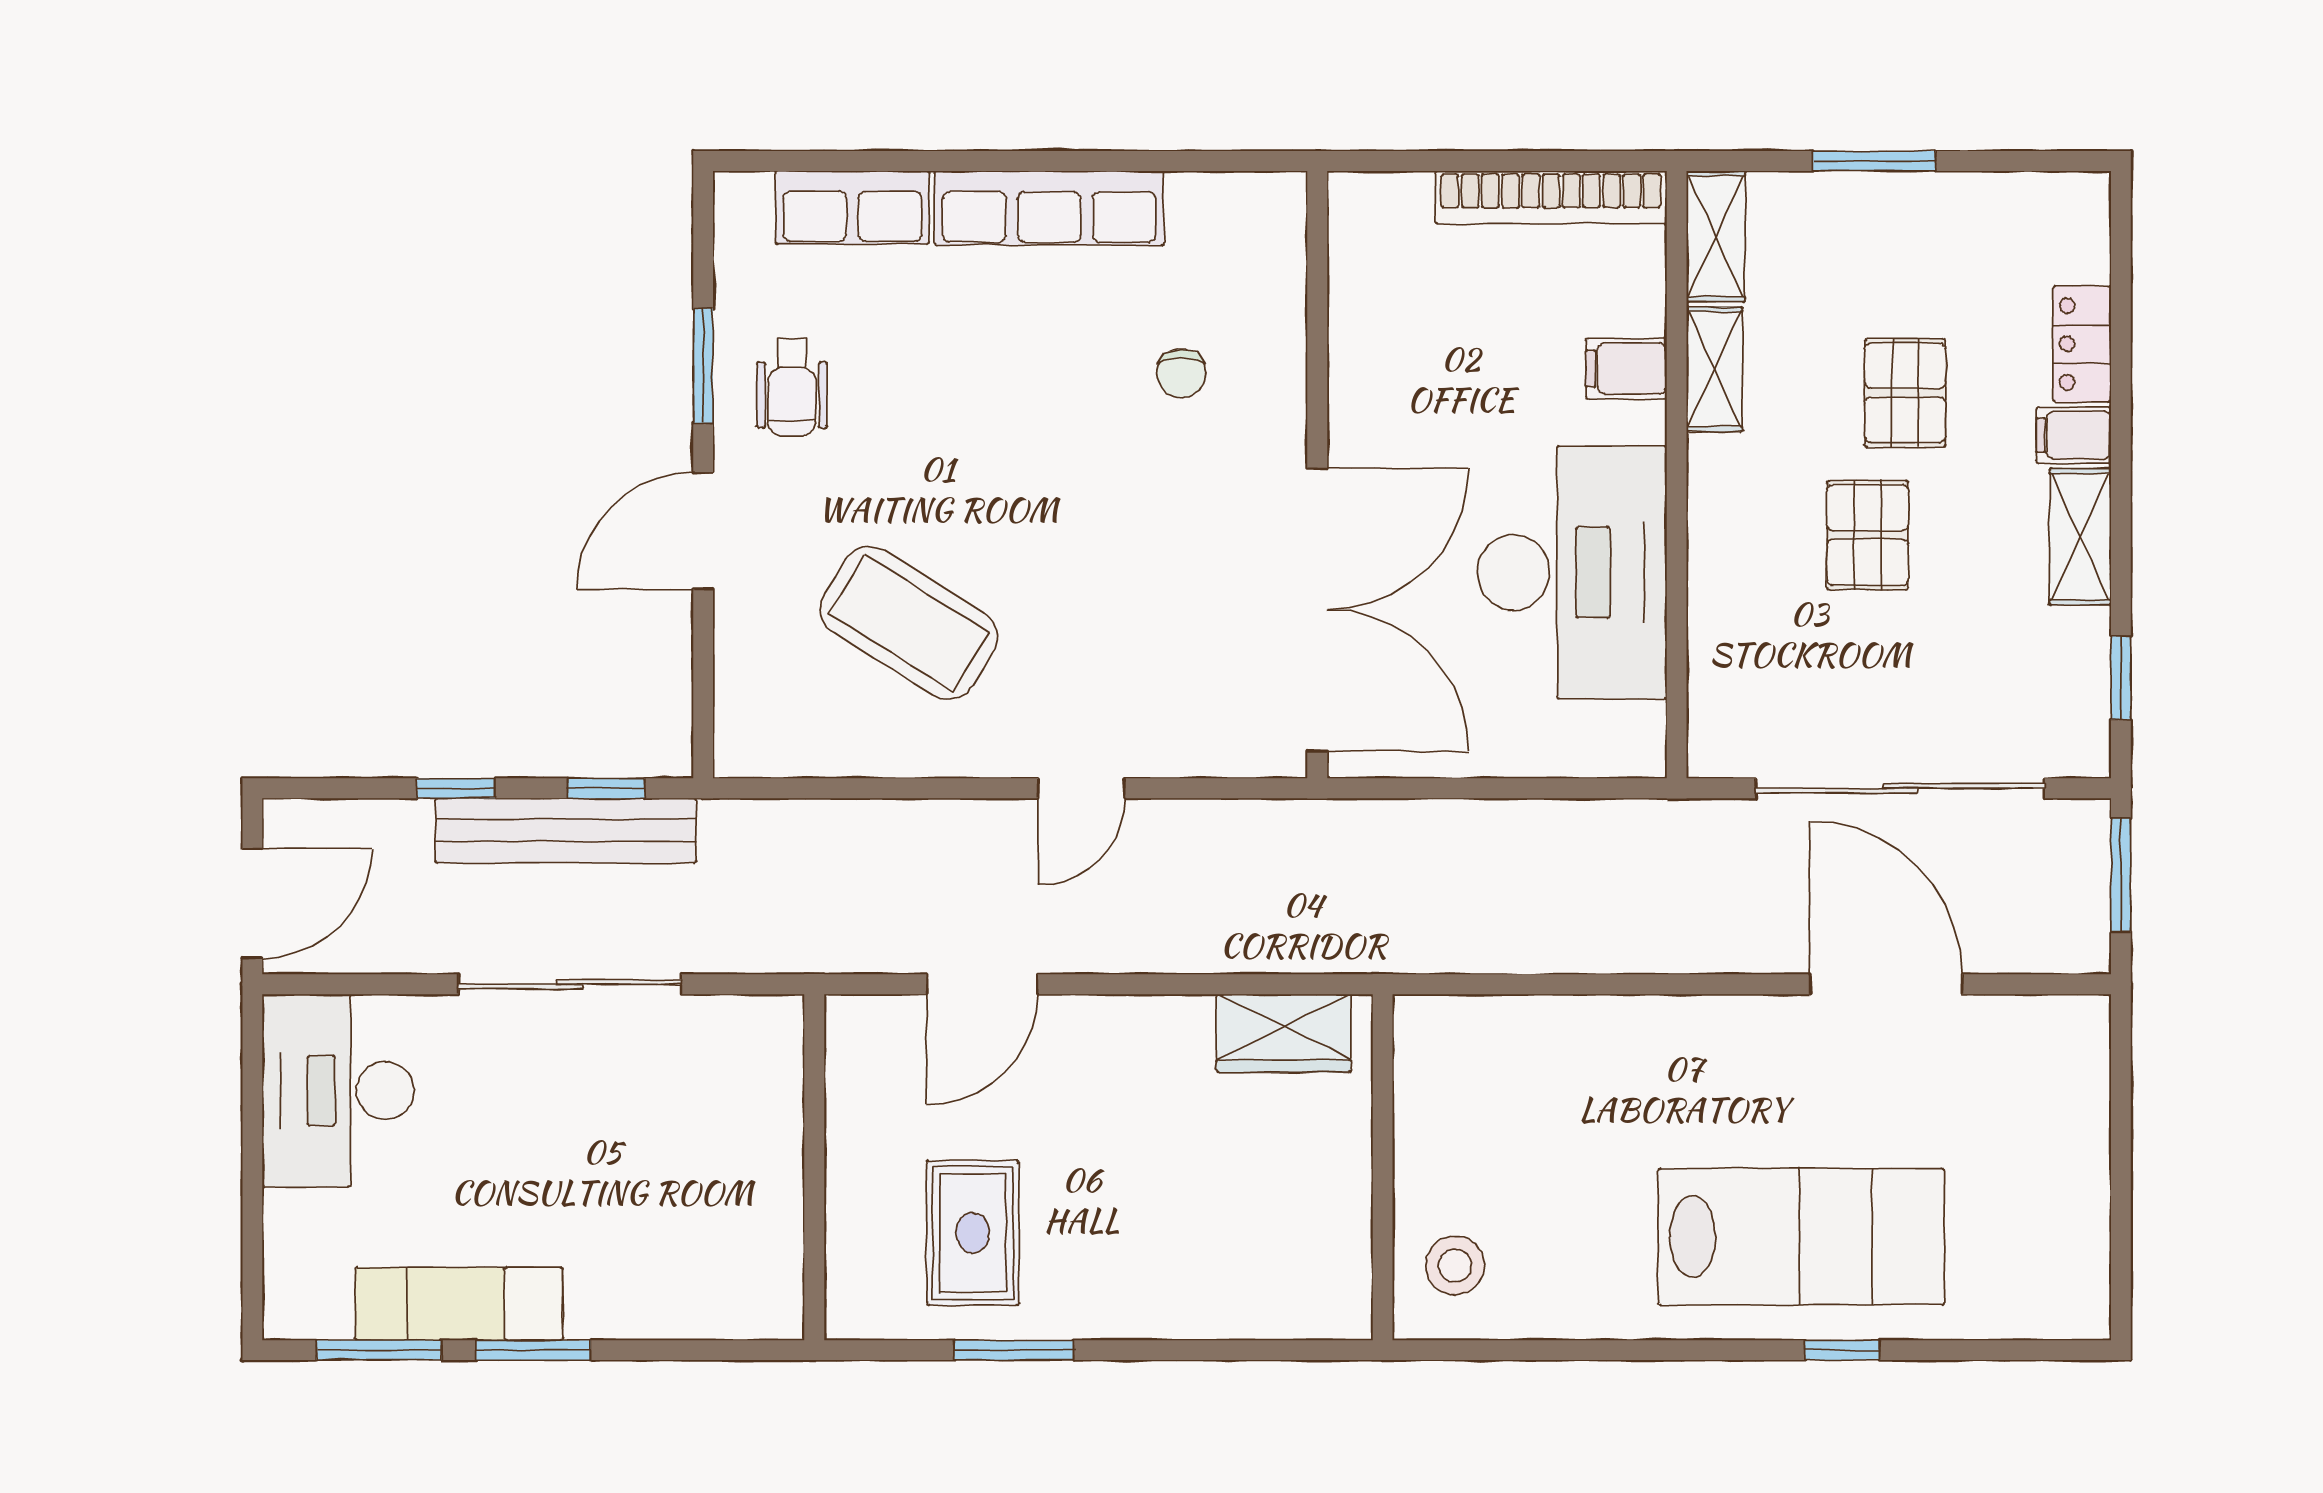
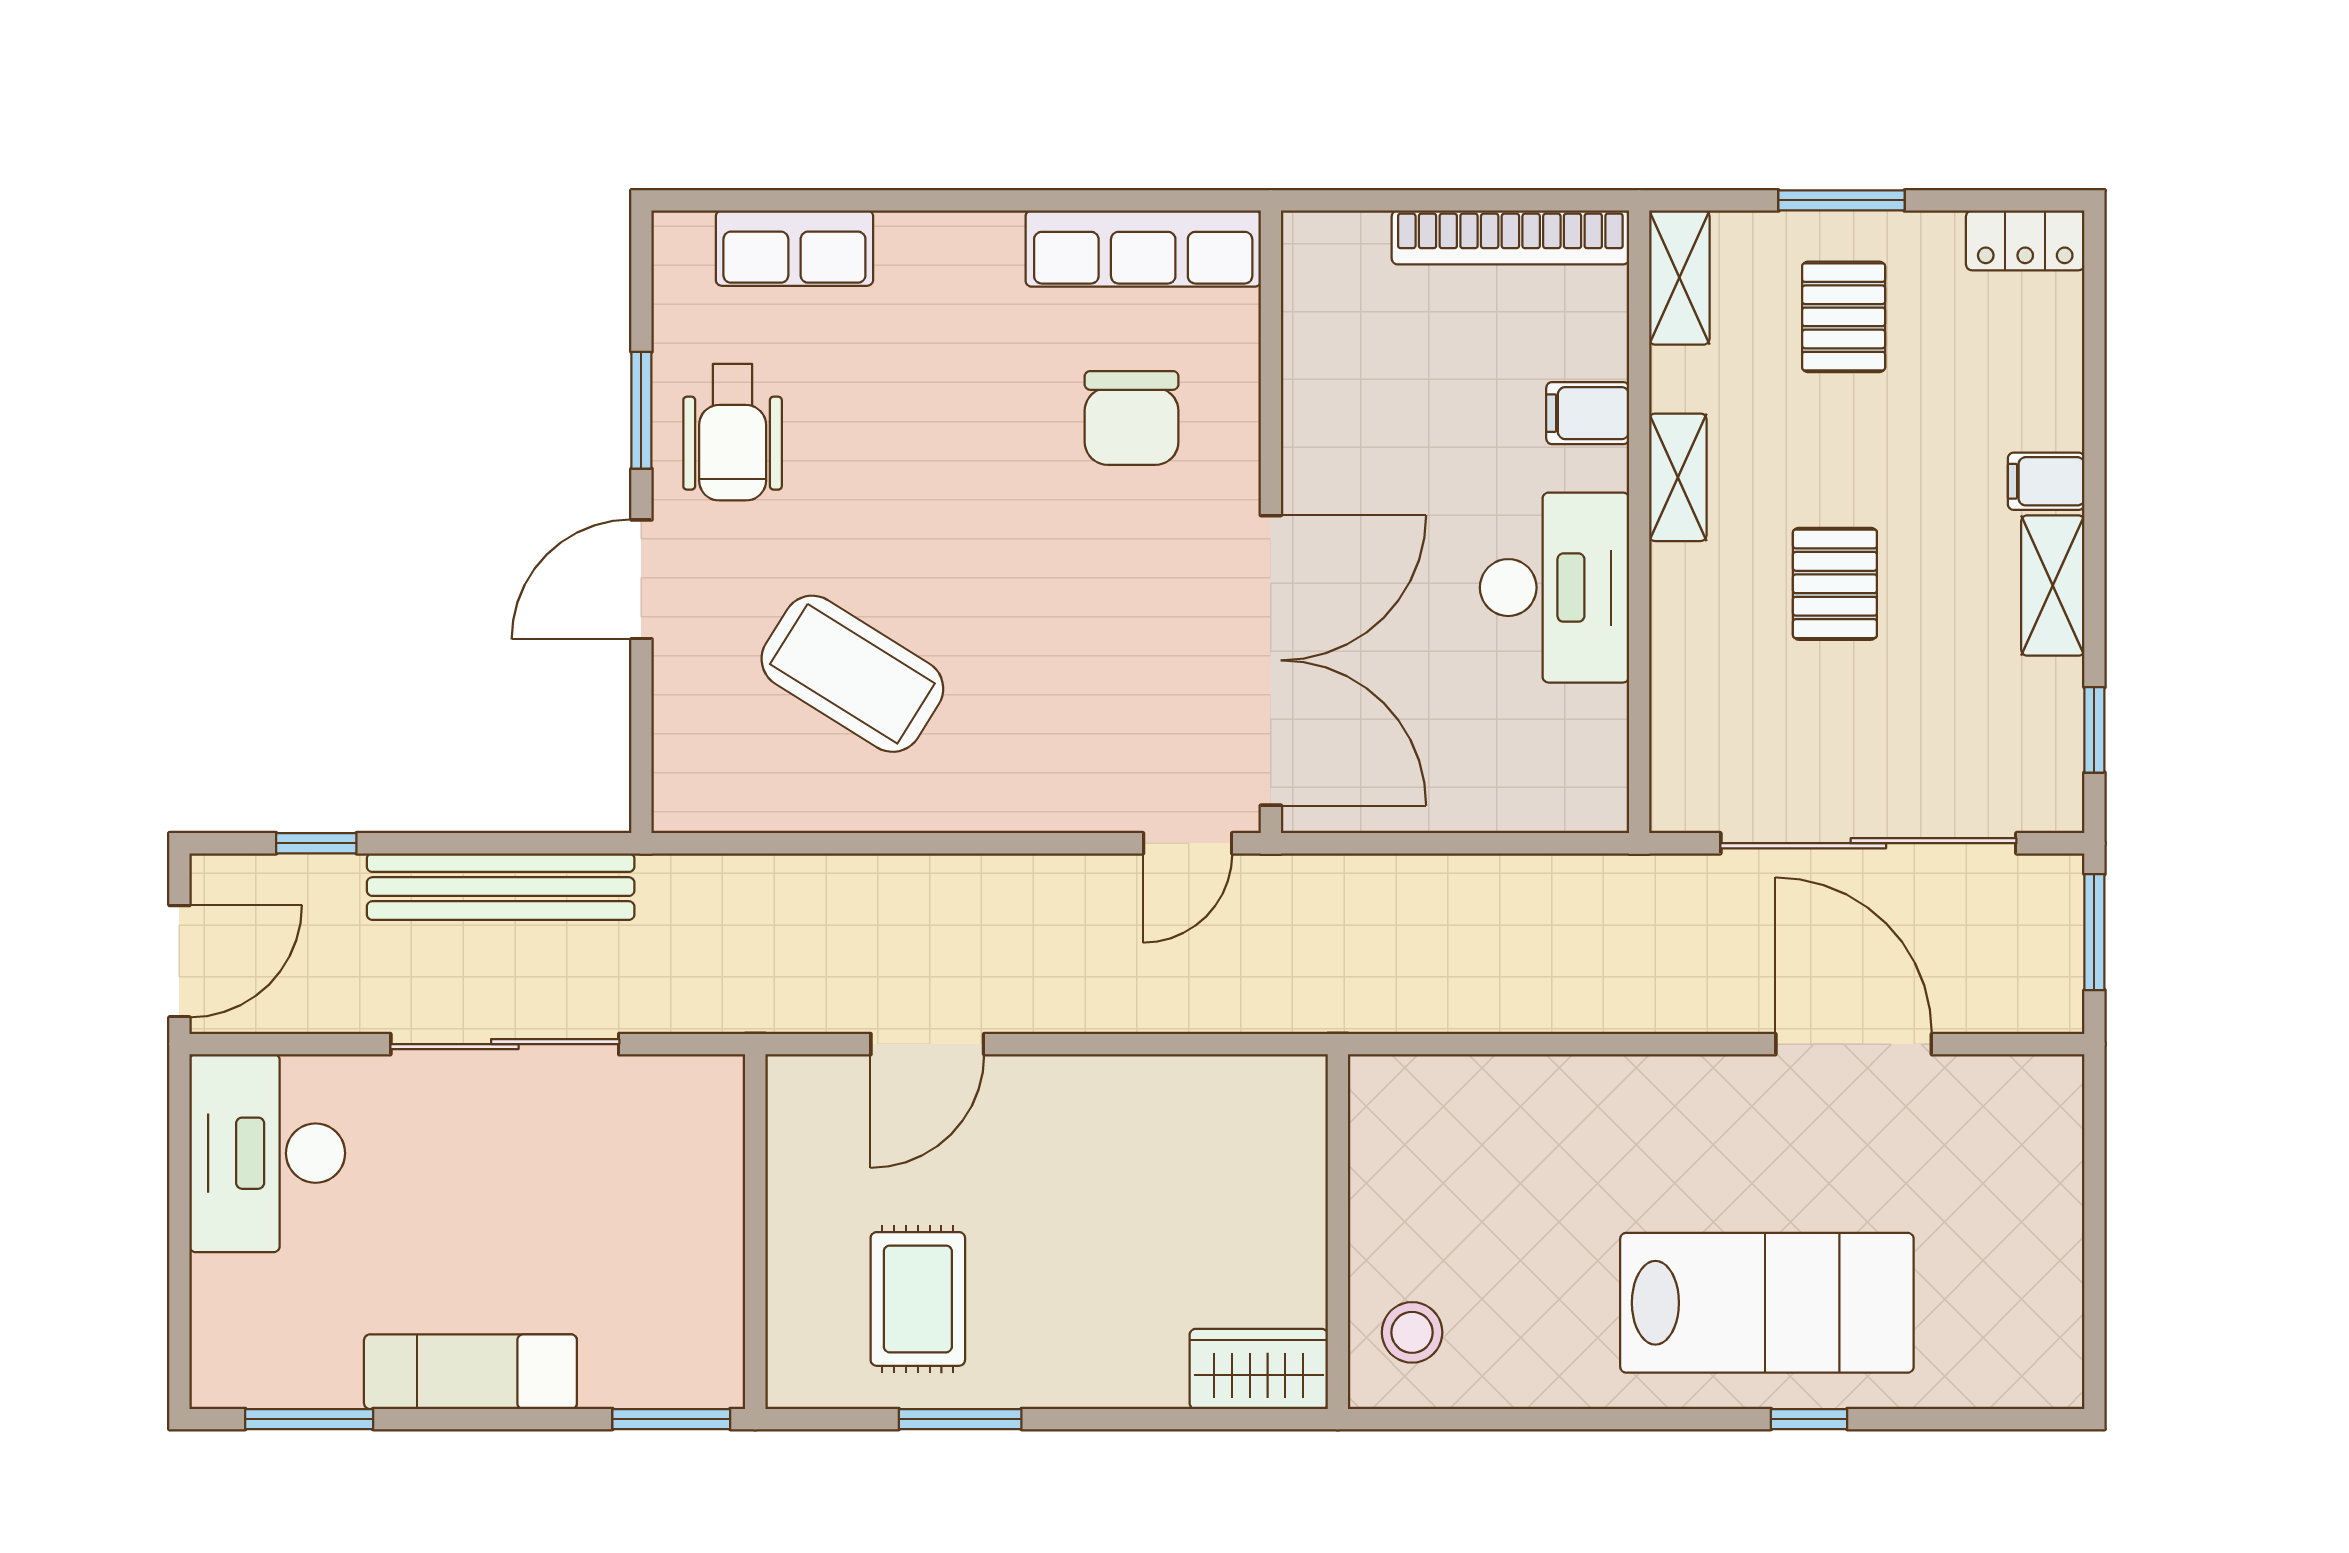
row of seats: (1049, 208) -> (1143, 249), moved
locker: (2082, 344) -> (2025, 240), moved, turned -90
shelving: (1714, 369) -> (1678, 477), moved
chair: (1181, 373) -> (1132, 418), width x1.87, depth x1.87
wheelchair: (792, 387) -> (733, 432), width x1.36, depth x1.37
pallet: (1905, 393) -> (1844, 317), moved
desk: (1572, 573) -> (1554, 588), width x0.73, depth x0.77
window: (456, 788) -> (316, 843), moved
window: (606, 788) -> (542, 843), removed
door: (1082, 788) -> (1188, 843), moved
wardrobe: (1284, 1033) -> (1259, 1369), moved, turned 180
exam couch: (459, 1304) -> (470, 1372), moved
window: (533, 1350) -> (671, 1419), moved

